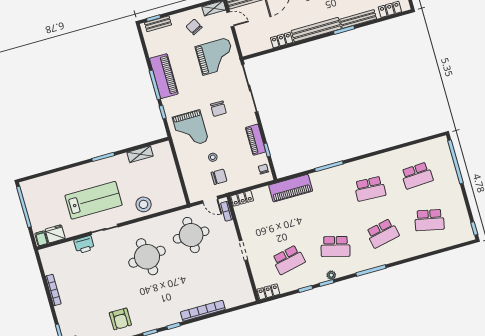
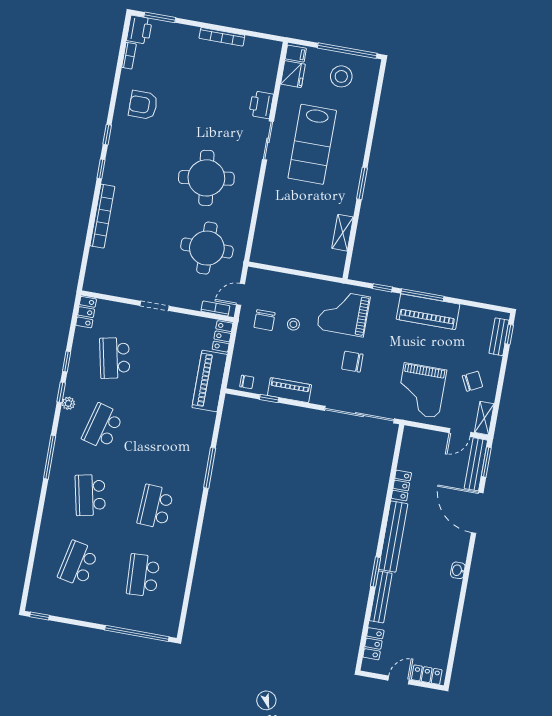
piano: (291, 188) -> (210, 381), moved
stool: (144, 204) -> (341, 76), moved

